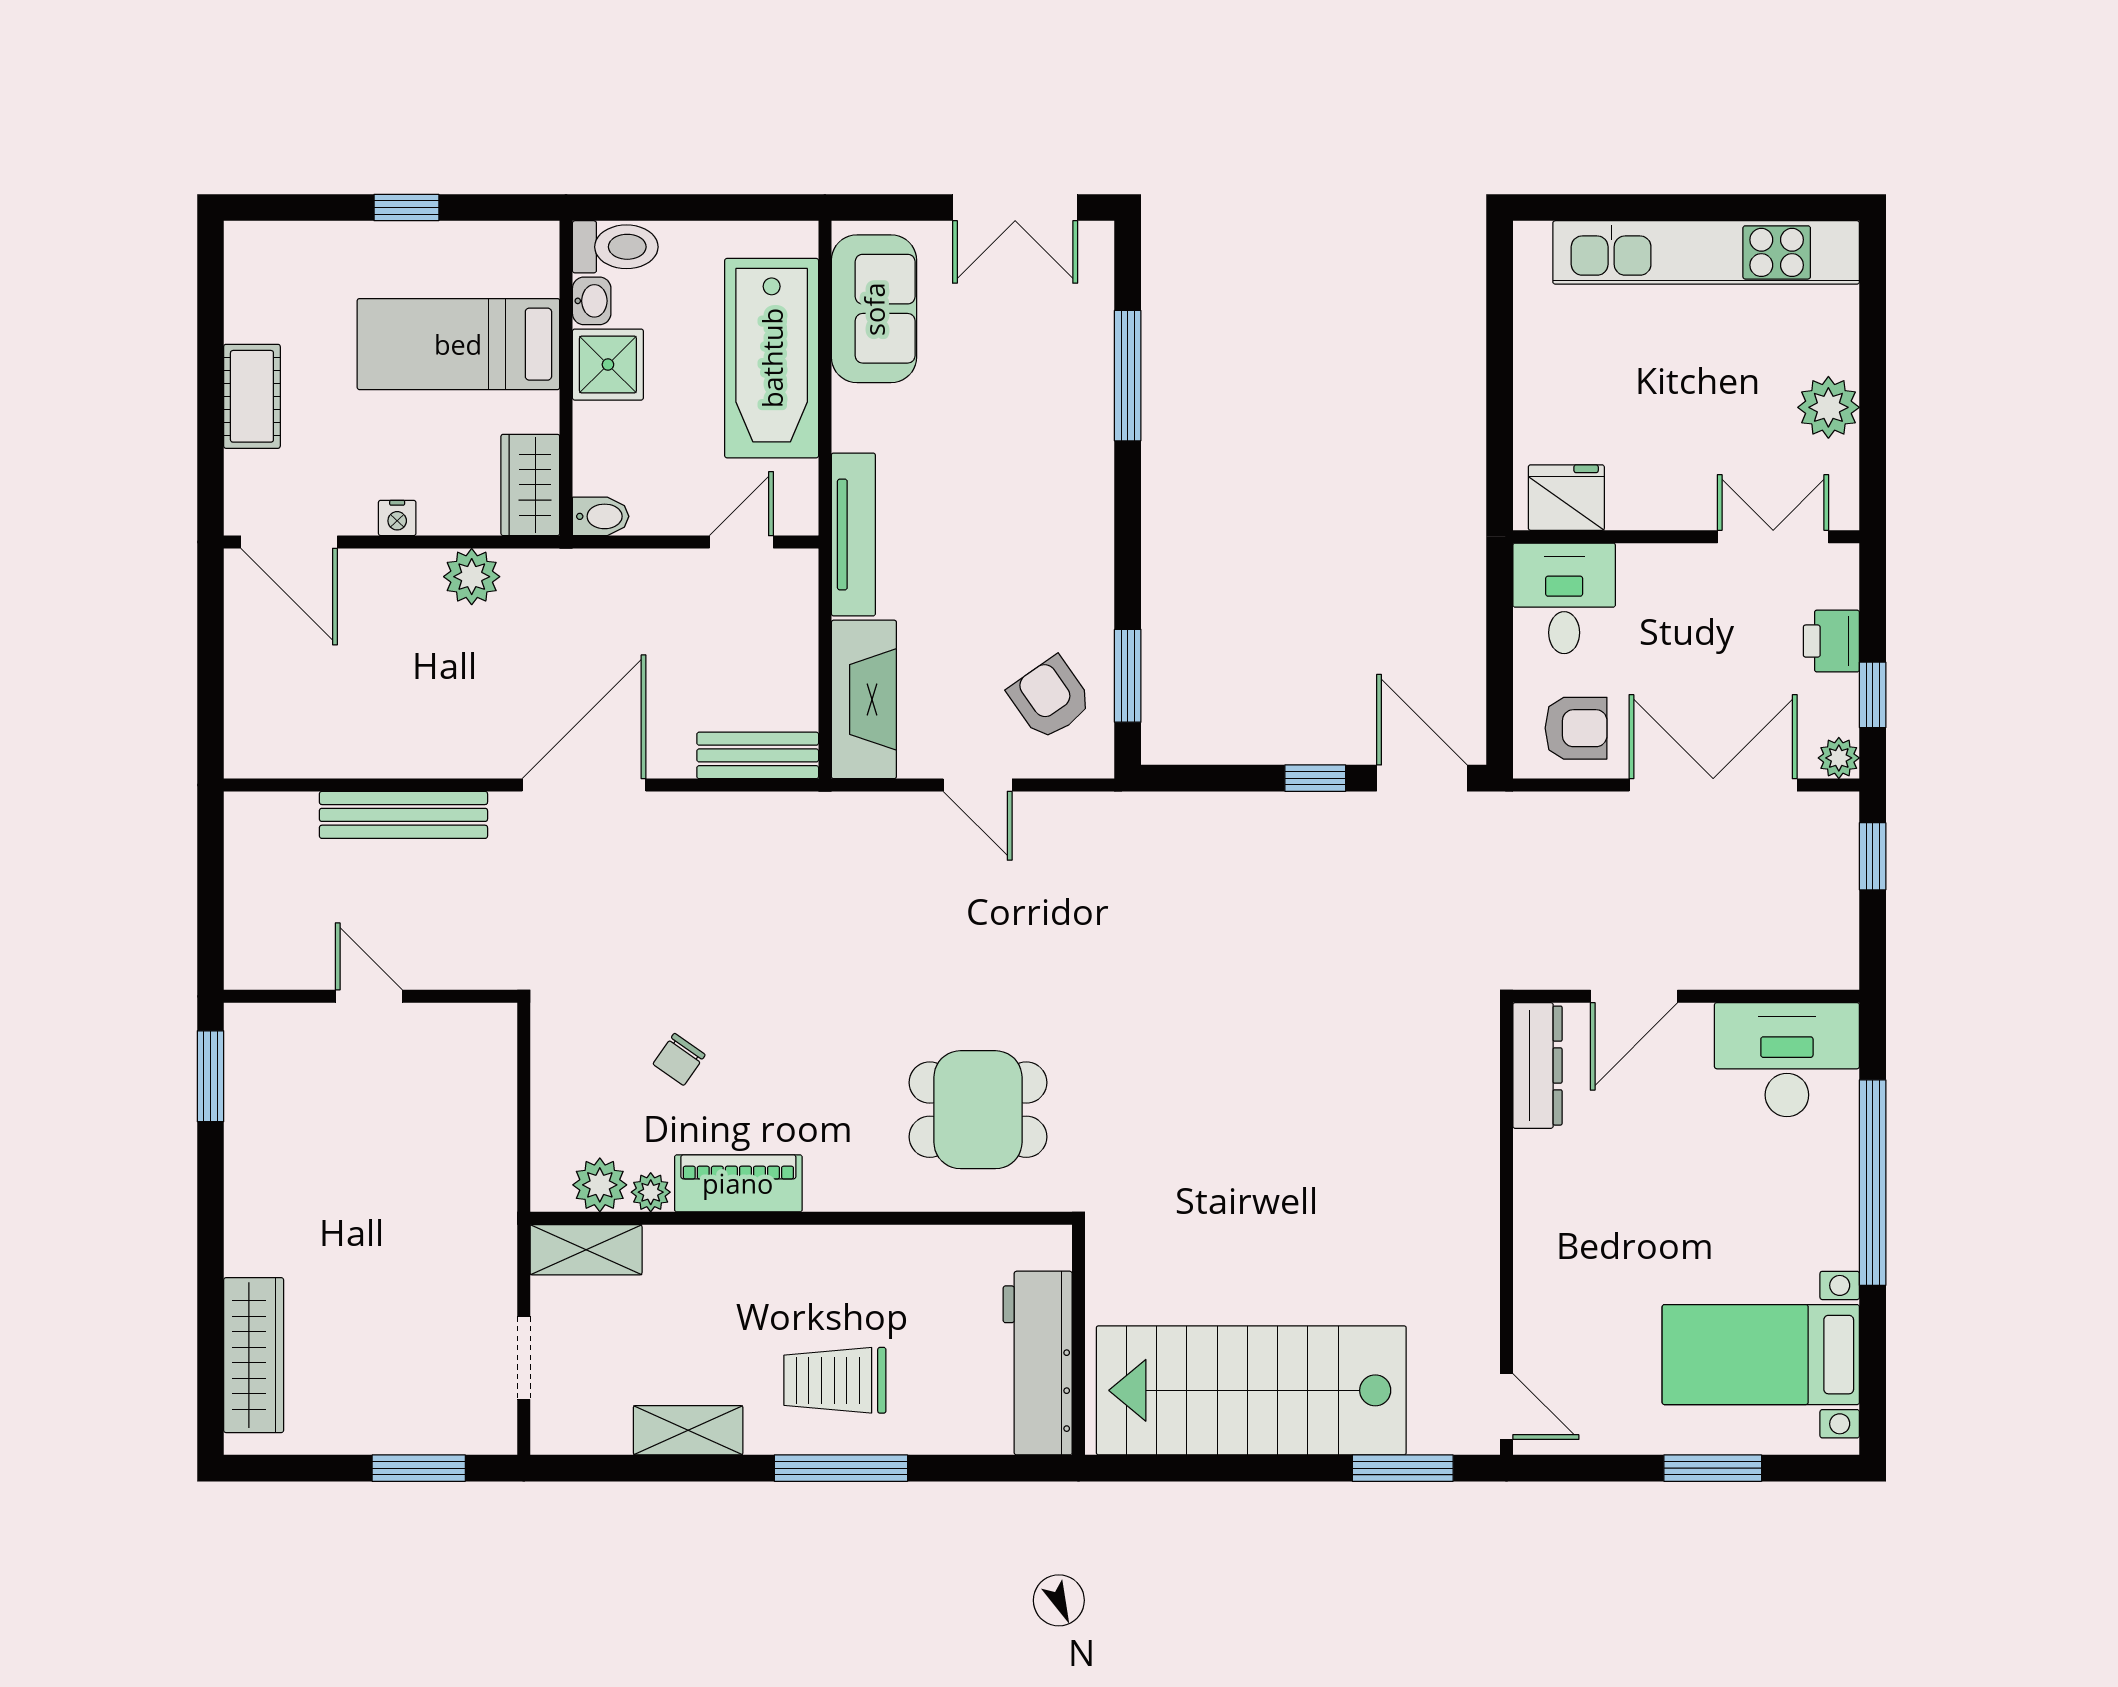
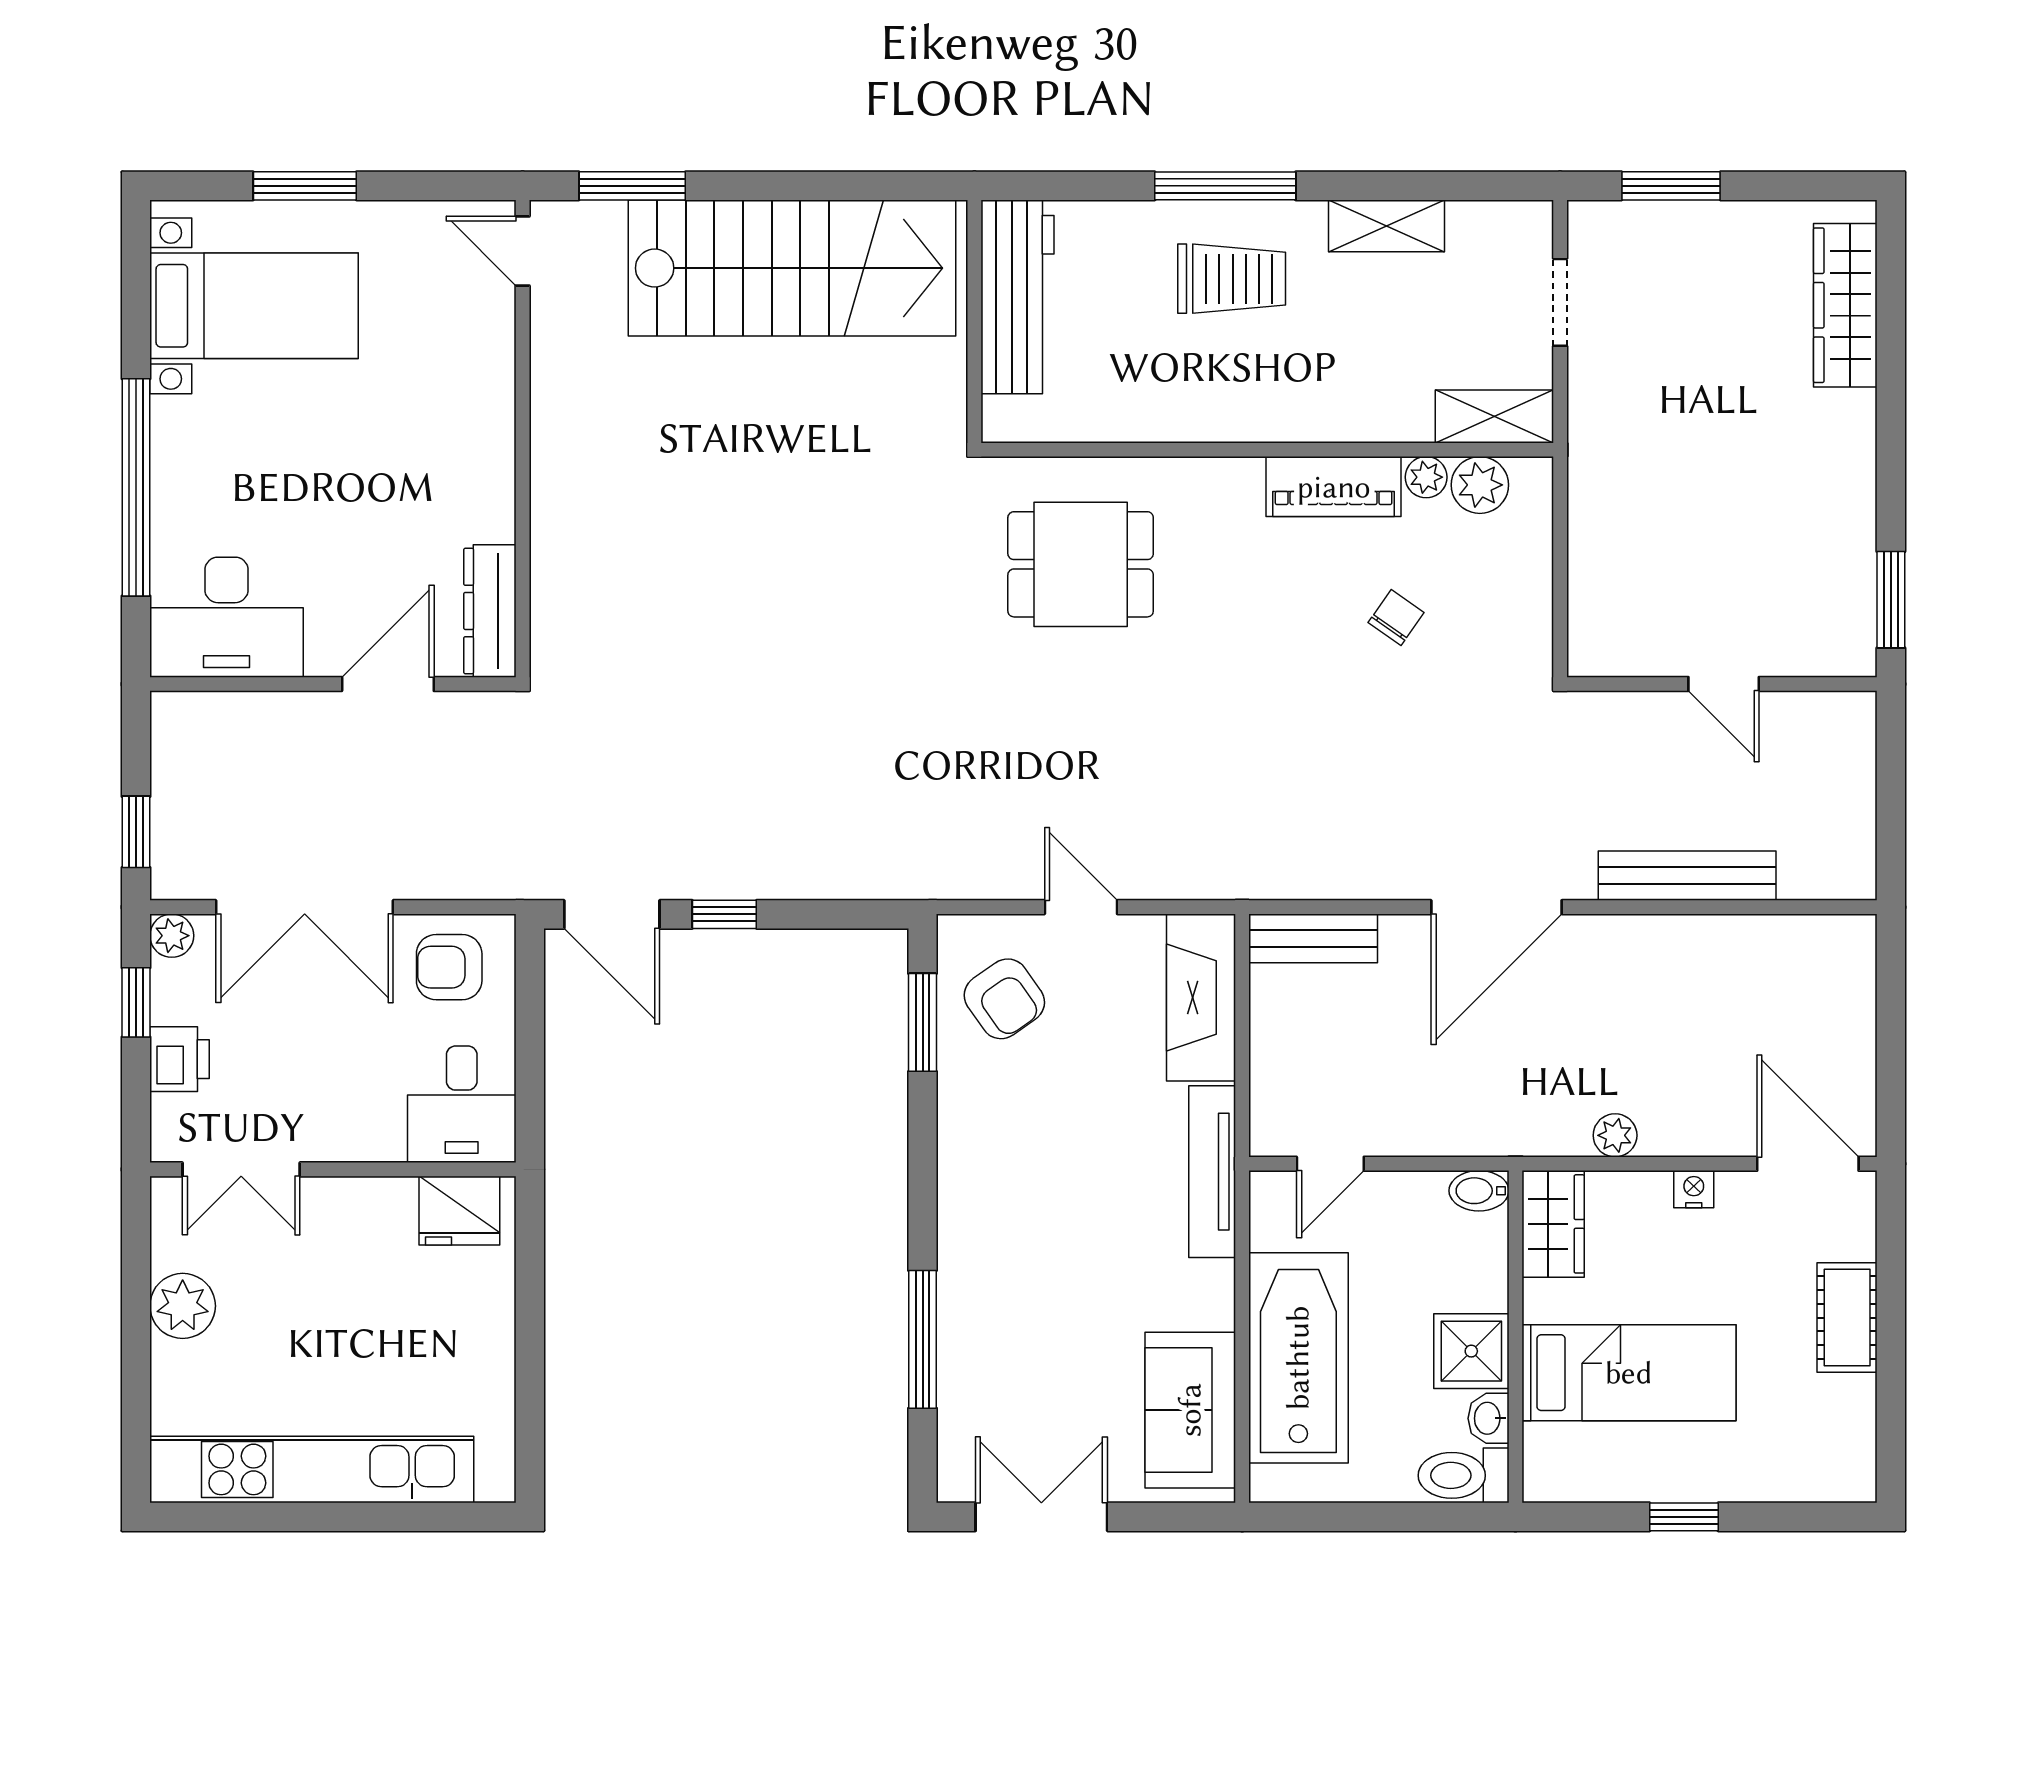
plant: (472, 577) -> (1615, 1135), width x0.73, depth x0.73

